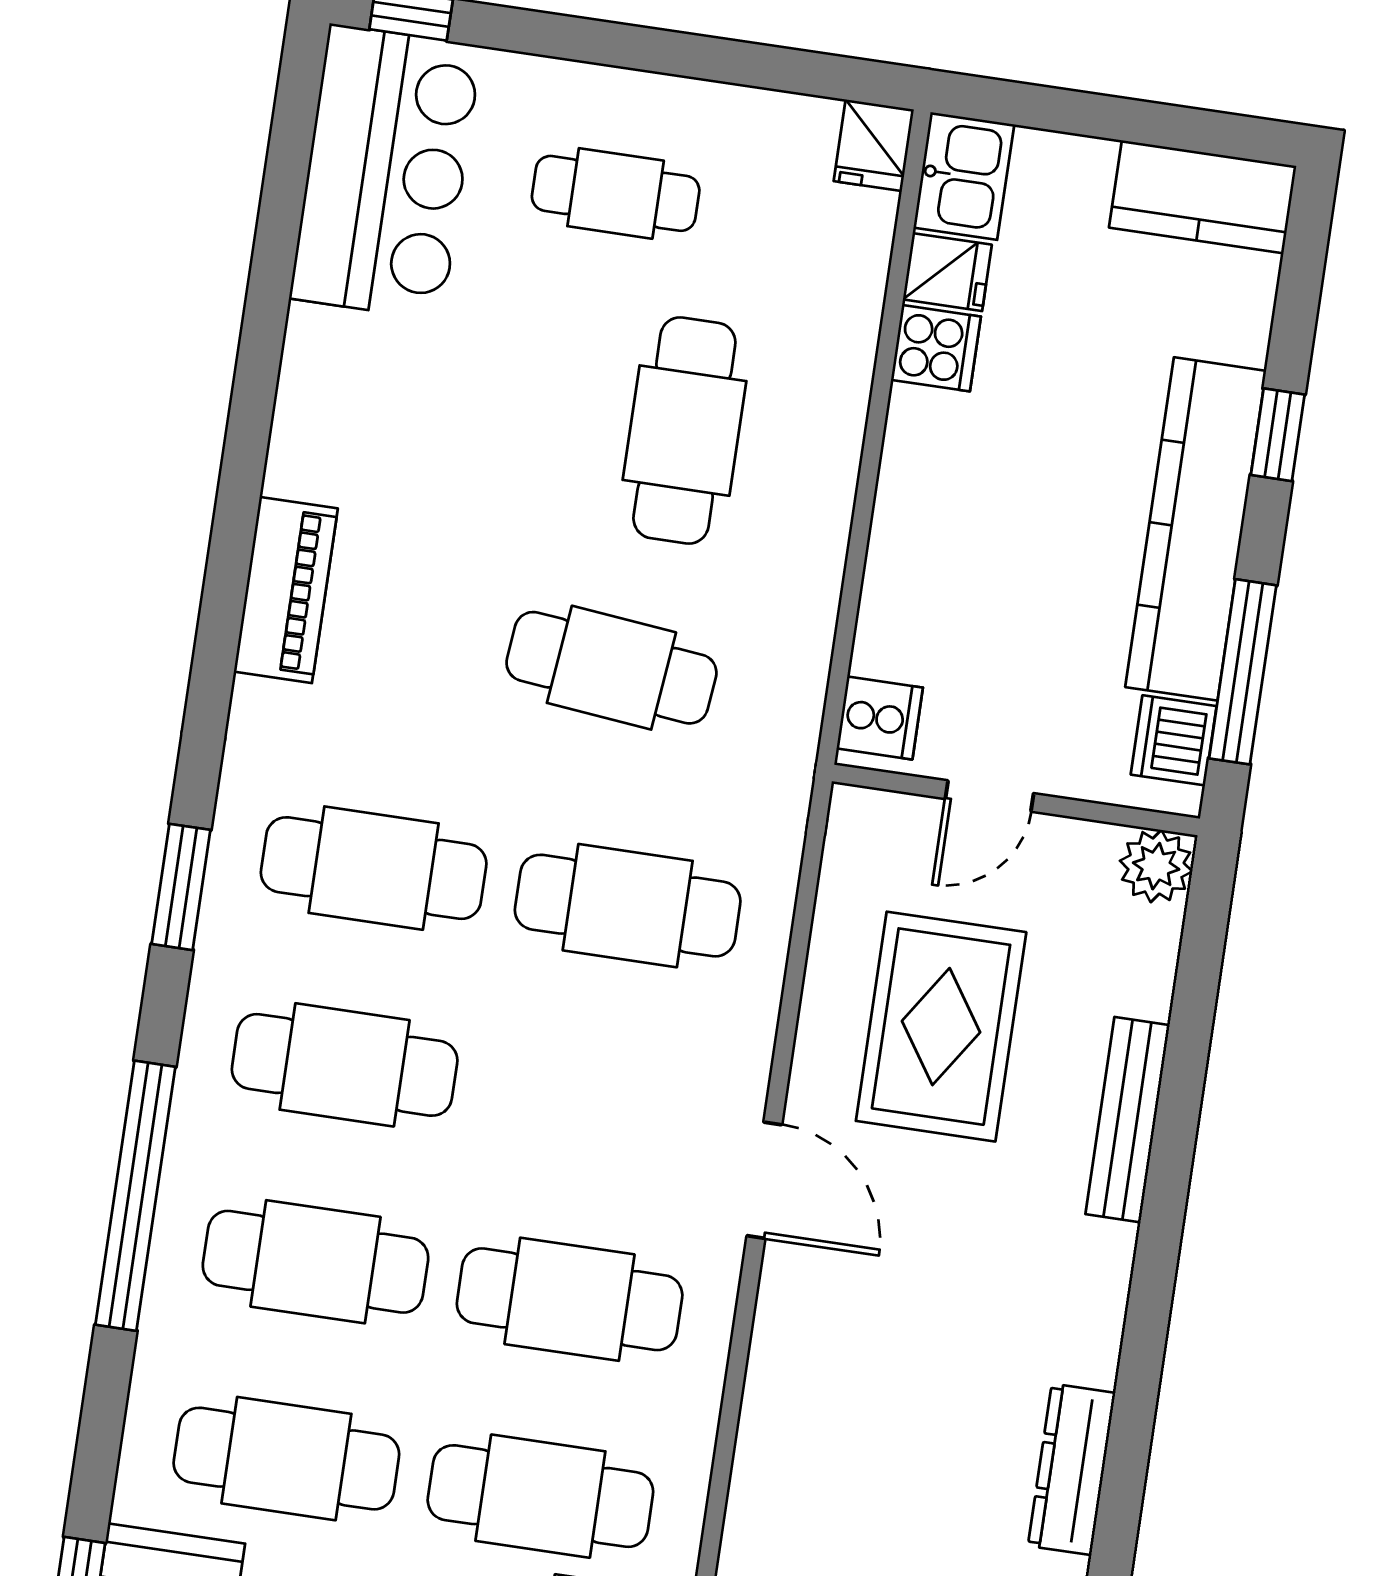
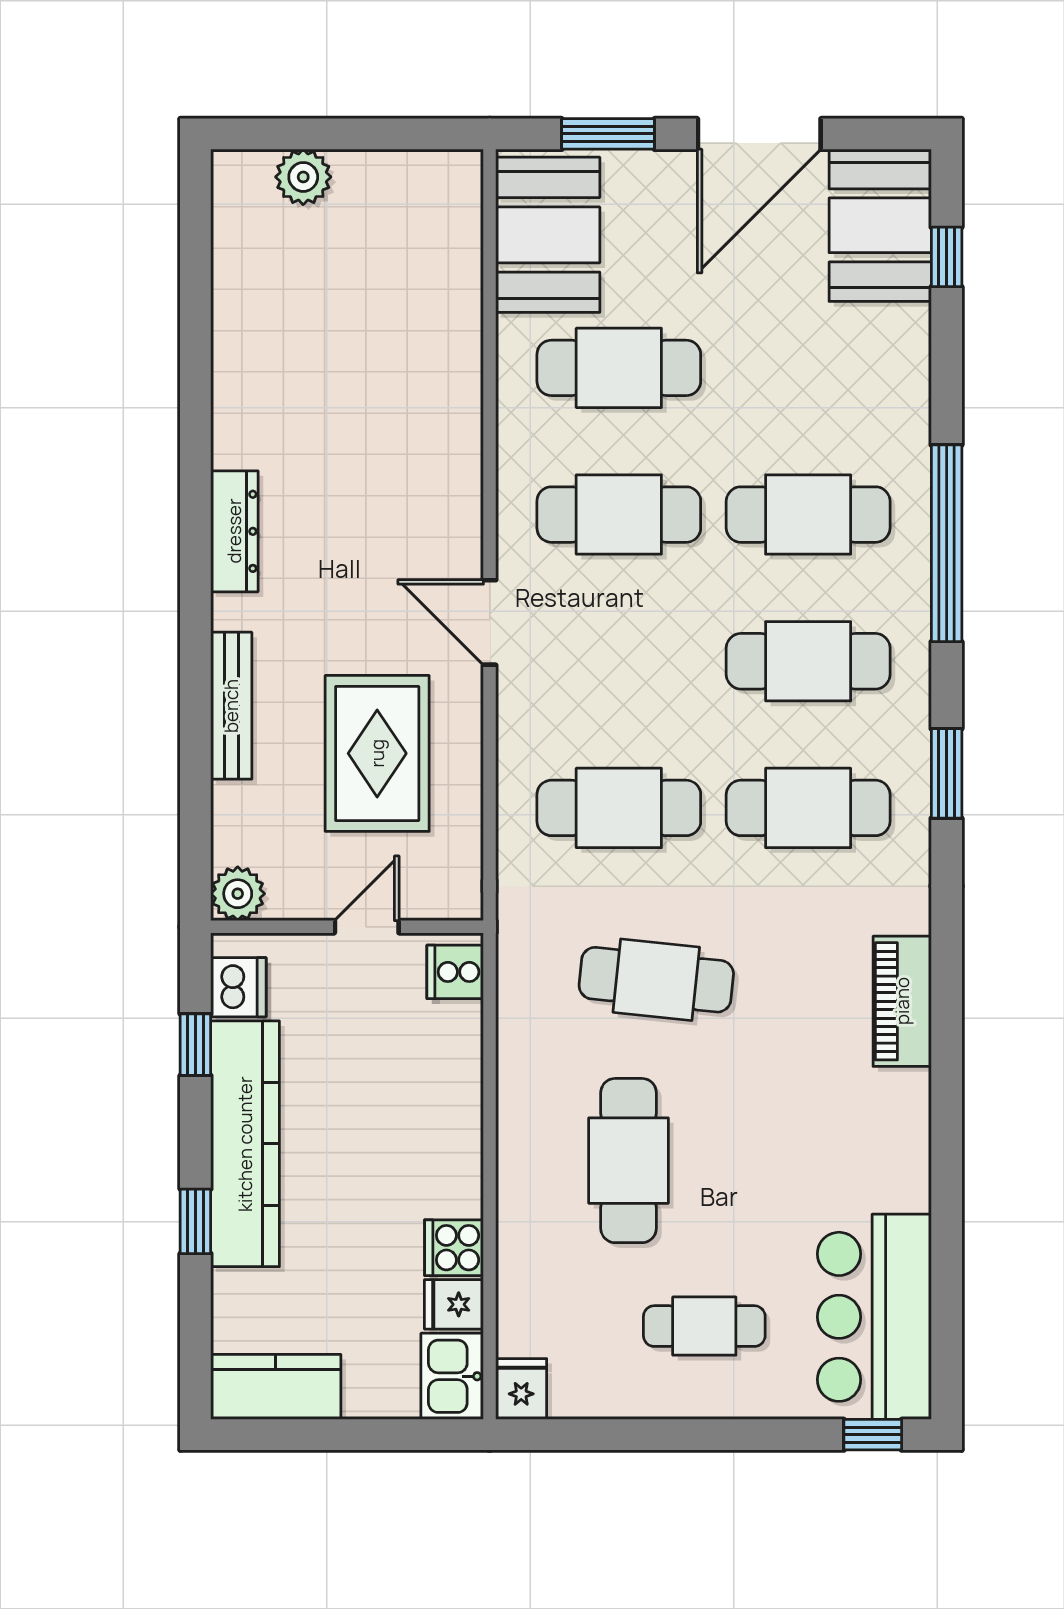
window: (1243, 672) -> (195, 1045), width x0.46
cafe table: (286, 1459) -> (808, 368), removed
dresser: (1072, 1469) -> (234, 531), moved

